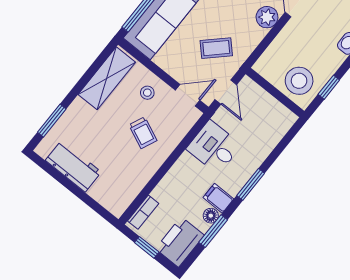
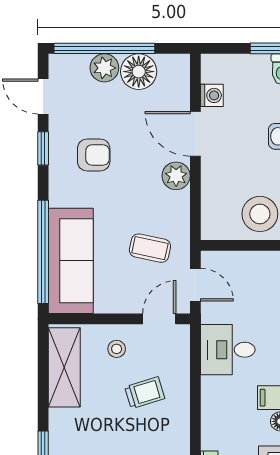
coffee table: (216, 48) -> (150, 248), turned 56
trolley: (143, 133) -> (145, 393), turned -41

